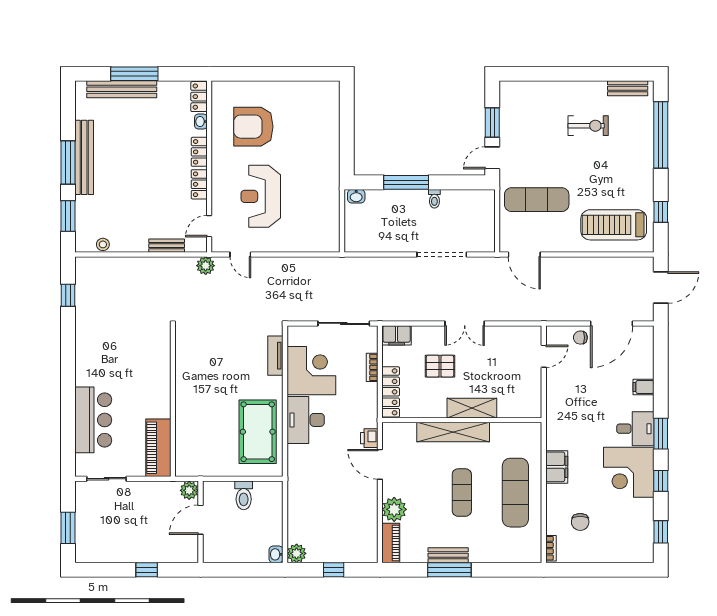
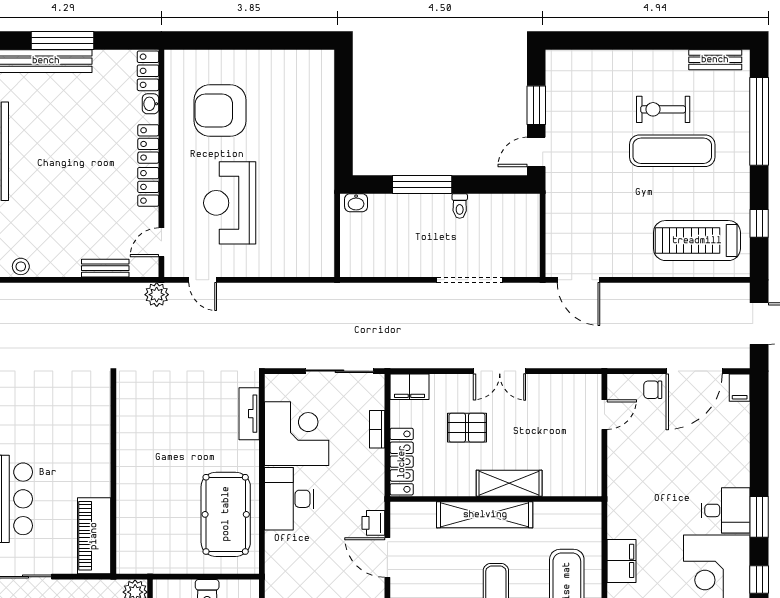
exercise bike: (588, 126) -> (663, 109), turned 180
exercise mat: (537, 200) -> (672, 151), moved
filing cabinet: (643, 387) -> (740, 388), moved, turned -90

